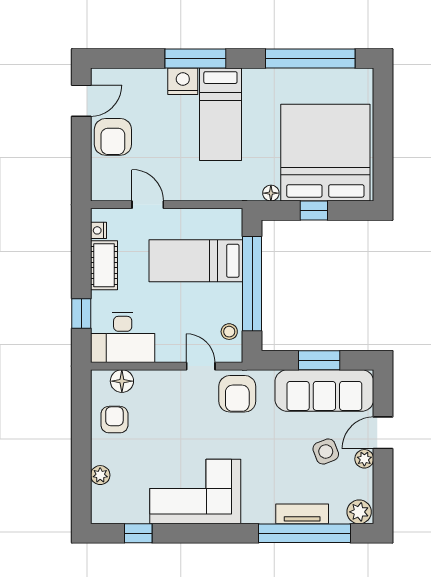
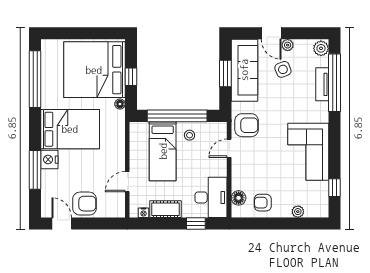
window: (195, 58) -> (35, 170), moved
bed: (220, 114) -> (70, 129), width x1.50
stool: (229, 332) -> (190, 135), moved

